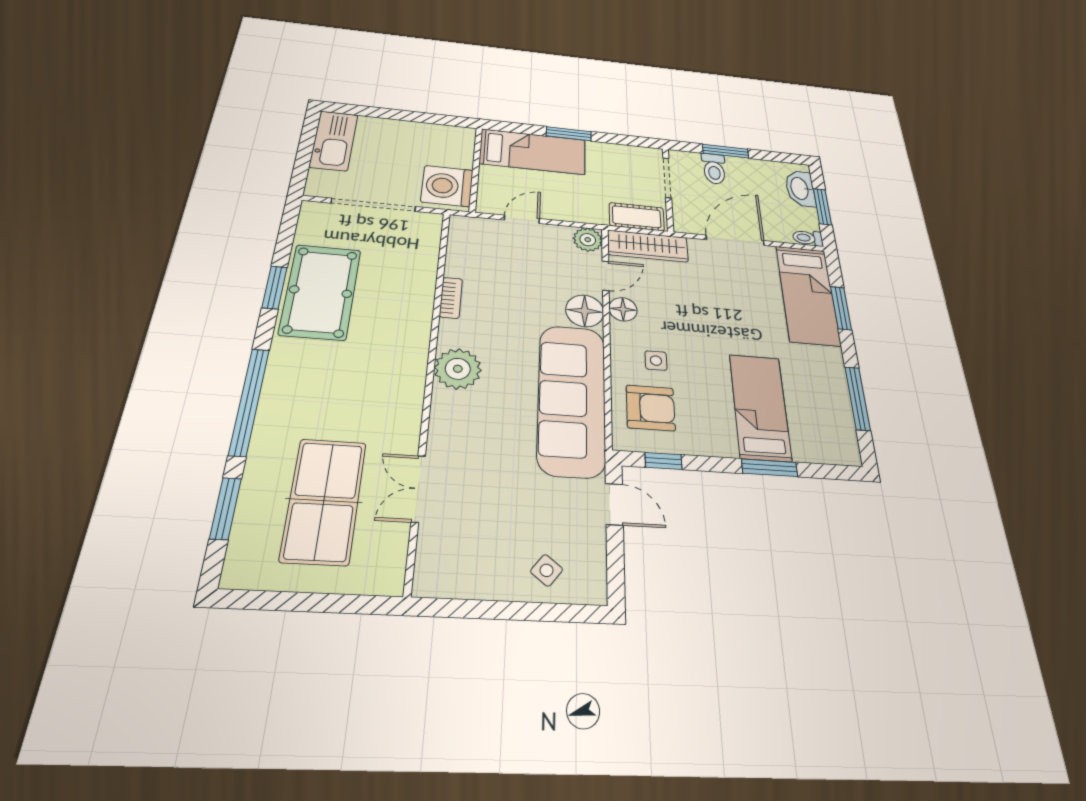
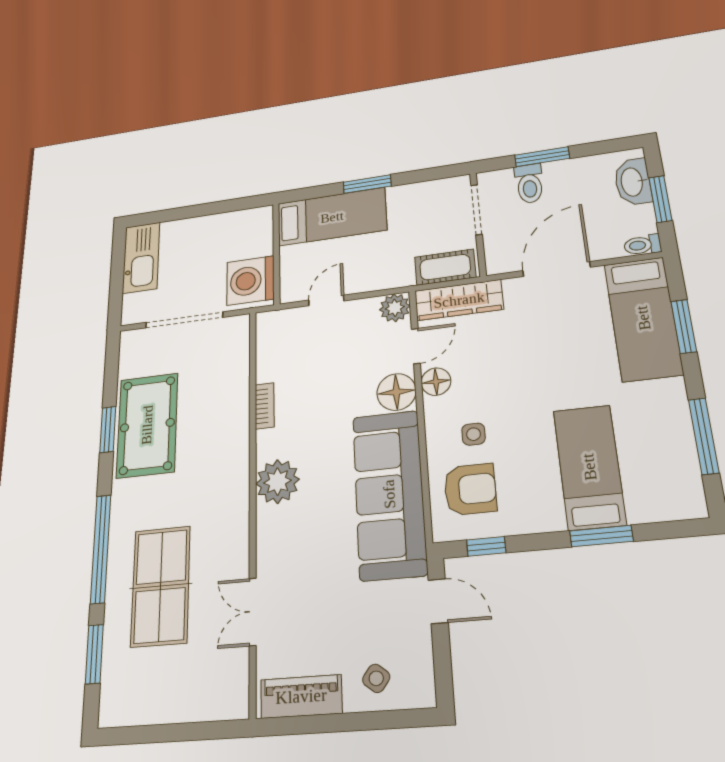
table tennis table: (324, 501) -> (161, 586), moved
piano: (464, 580) -> (301, 696), added

